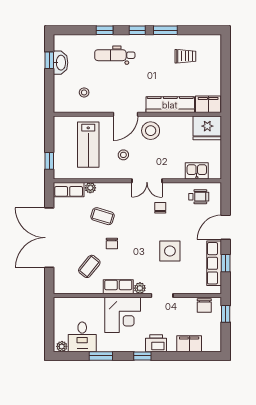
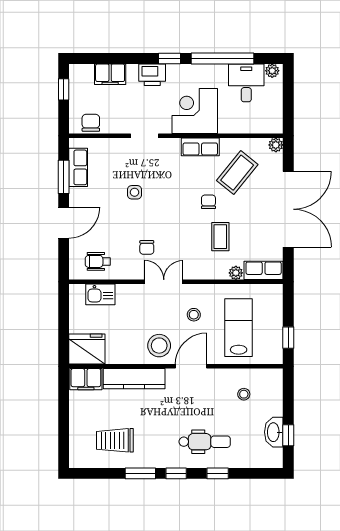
trolley: (185, 56) -> (115, 440), width x1.36, depth x1.39
window: (49, 161) -> (288, 338), moved
coffee table: (103, 216) -> (220, 237), turned 73
side table: (170, 251) -> (135, 192), width x0.54, depth x0.54
row of seats: (214, 263) -> (78, 167), width x0.68
window: (226, 263) -> (64, 177), width x1.50
coffee table: (89, 266) -> (237, 173), width x1.36, depth x1.30
plant: (140, 288) -> (276, 145), moved
window: (226, 314) -> (64, 89), moved
window: (101, 356) -> (223, 59), width x2.11

